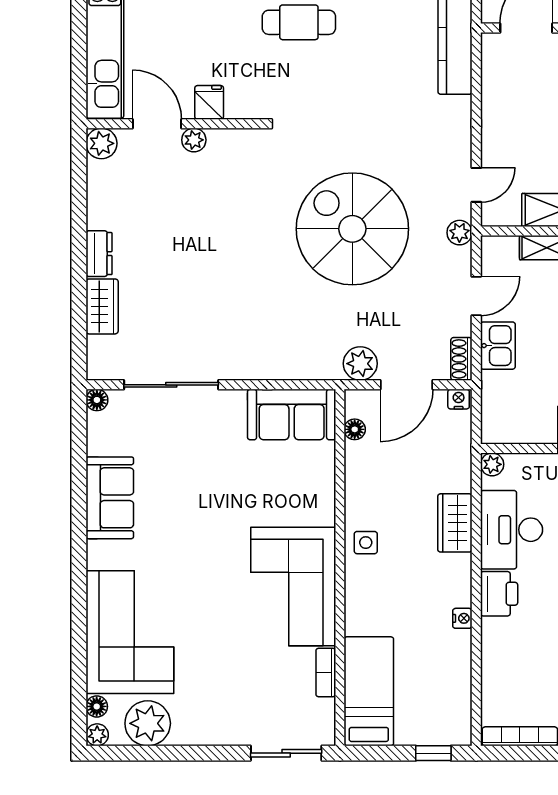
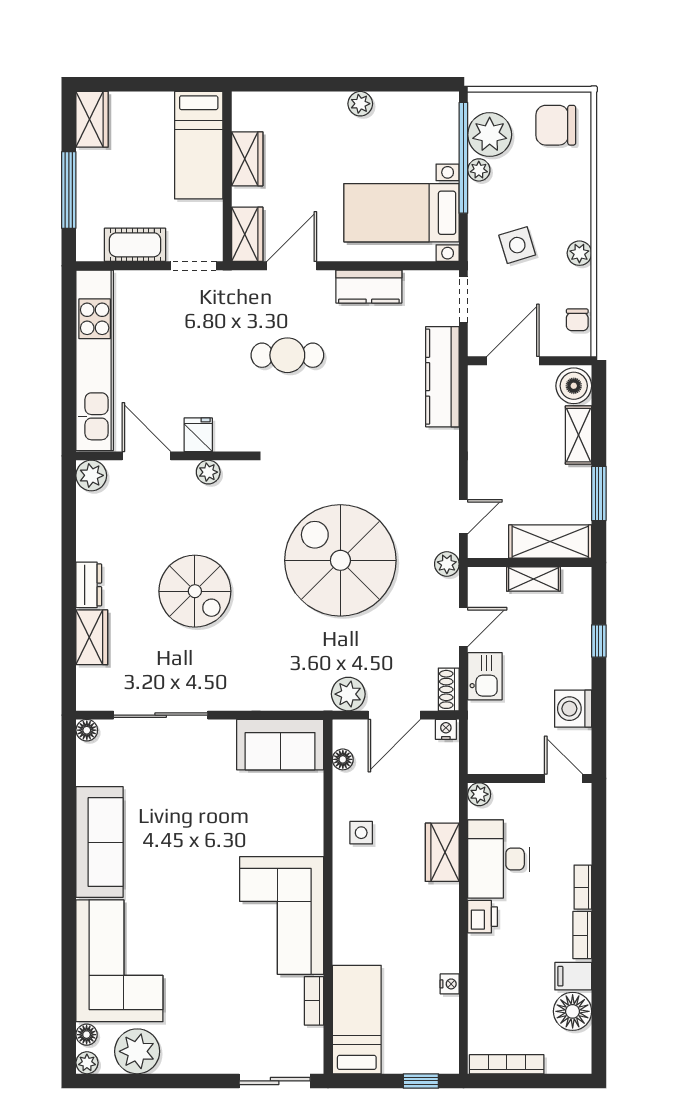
plant: (194, 140) -> (208, 472), moved
spiral stairs: (206, 260) -> (195, 591), added
sofa: (110, 498) -> (100, 842), width x1.36
side table: (366, 543) -> (361, 833), moved
printer: (499, 594) -> (483, 917), width x0.73, depth x0.81
nightstand: (462, 618) -> (450, 984), moved

